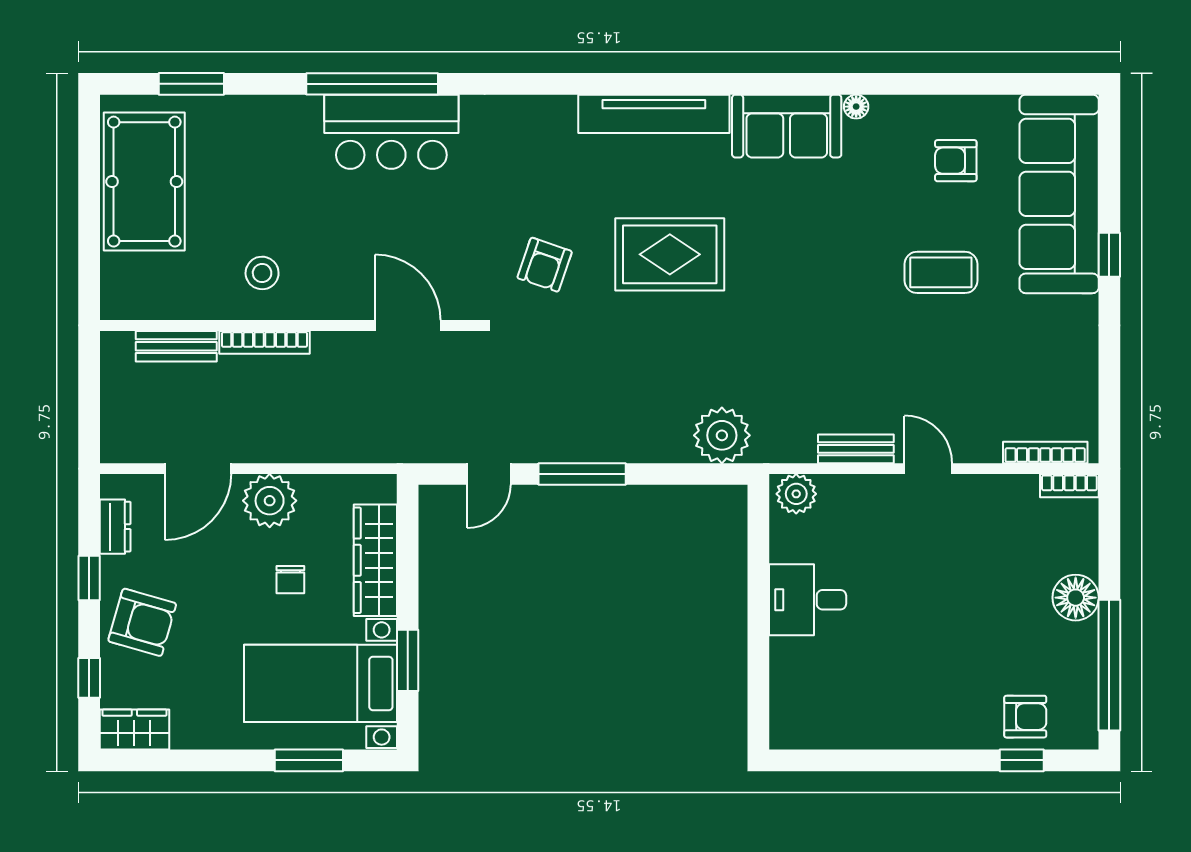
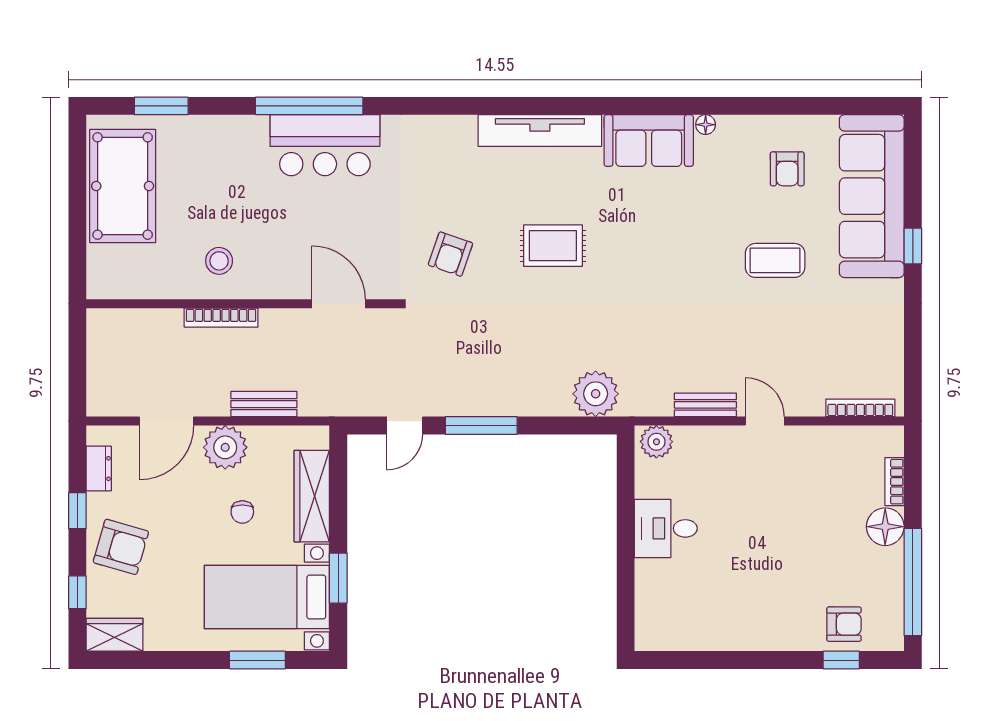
armchair: (956, 161) -> (787, 169), turned -90
rug: (670, 254) -> (553, 246), width x0.73, depth x0.70
bench: (176, 346) -> (264, 404), moved
bookcase: (1069, 486) -> (895, 482), moved, turned 90

